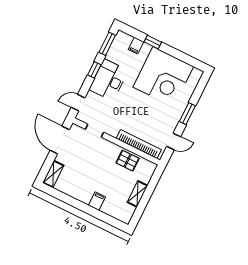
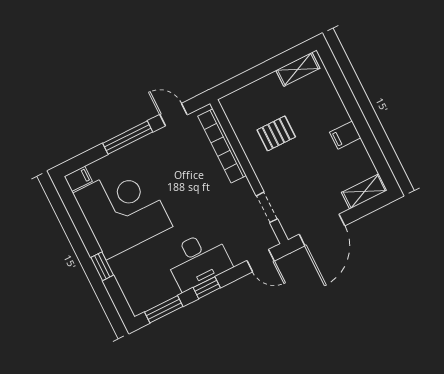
filing cabinet: (136, 46) -> (78, 179), moved
window: (187, 114) -> (128, 138), width x1.44
pallet: (128, 161) -> (276, 133), moved, turned 90
shelving: (137, 194) -> (298, 69), moved
filing cabinet: (97, 201) -> (345, 135), moved

